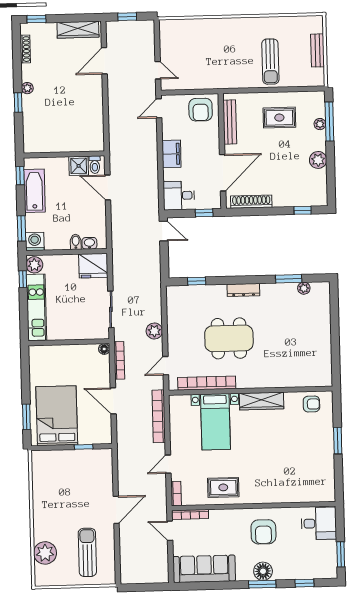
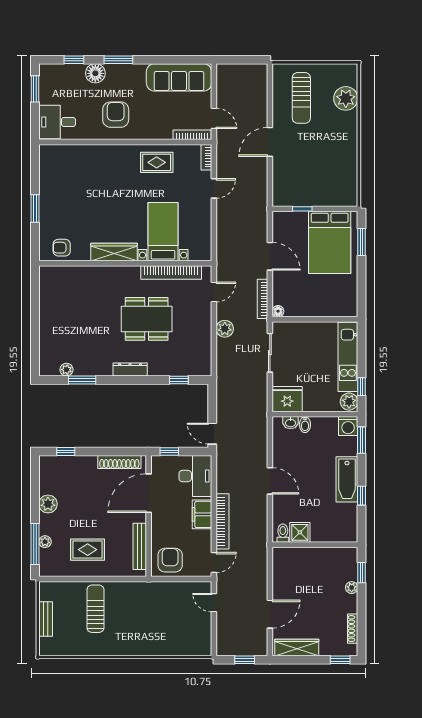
wall: (64, 154) -> (315, 545), moved
toilet: (95, 165) -> (283, 533), moved
shower: (79, 166) -> (300, 532), moved
desk: (179, 196) -> (195, 476), width x1.37
bookcase: (159, 416) -> (223, 521), moved
floor lamp: (263, 571) -> (95, 73), moved

